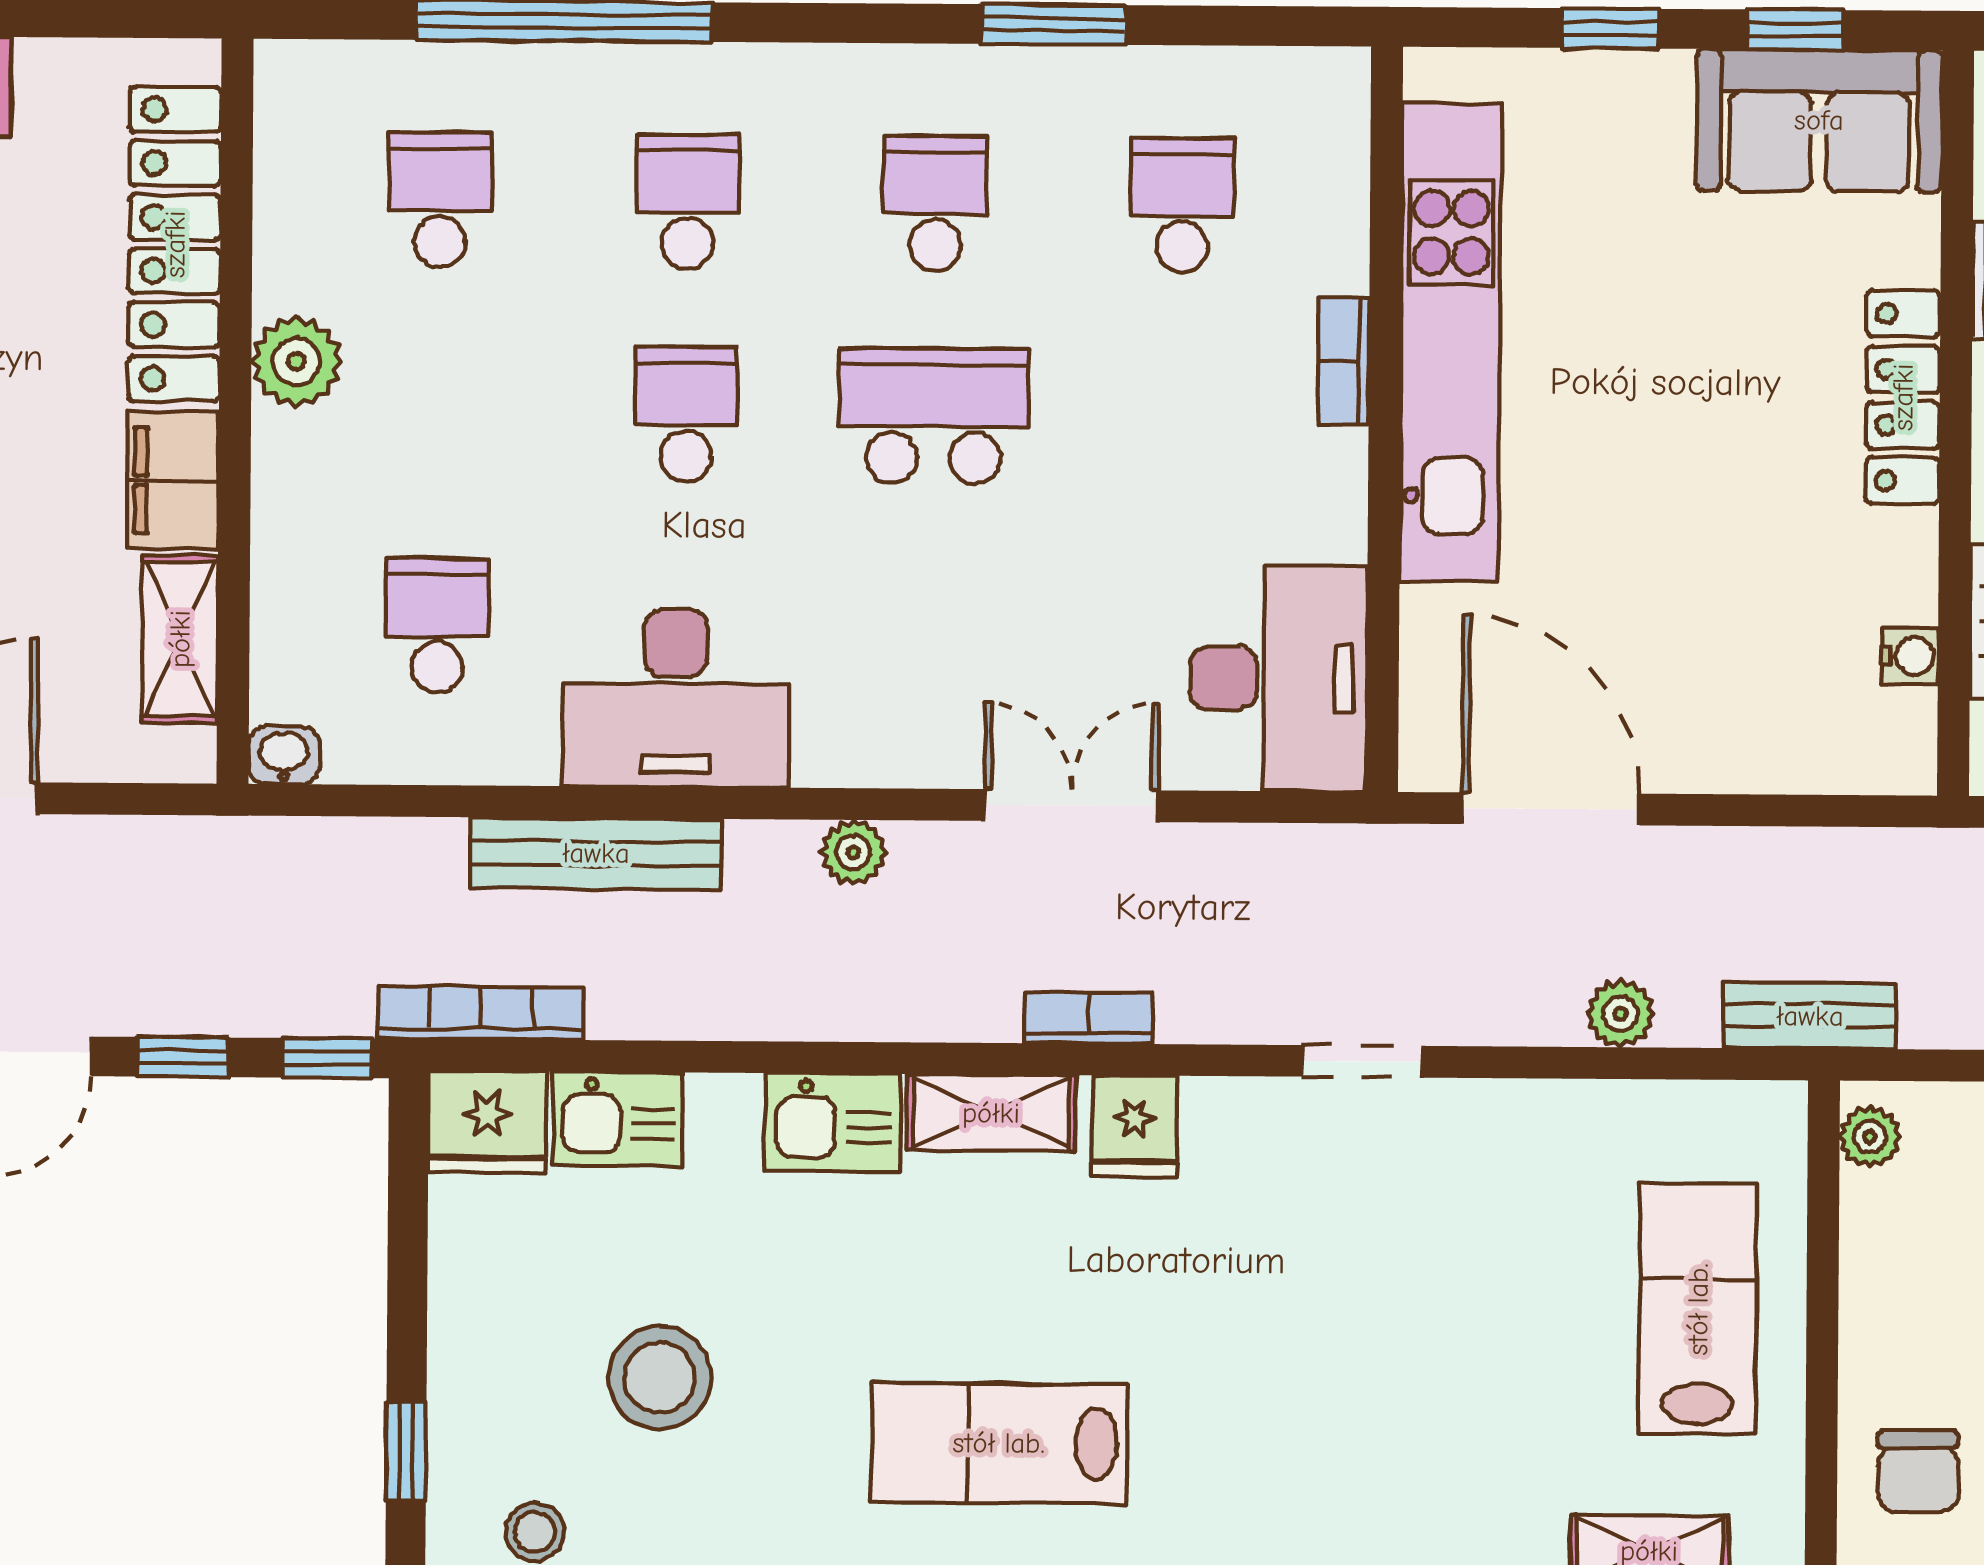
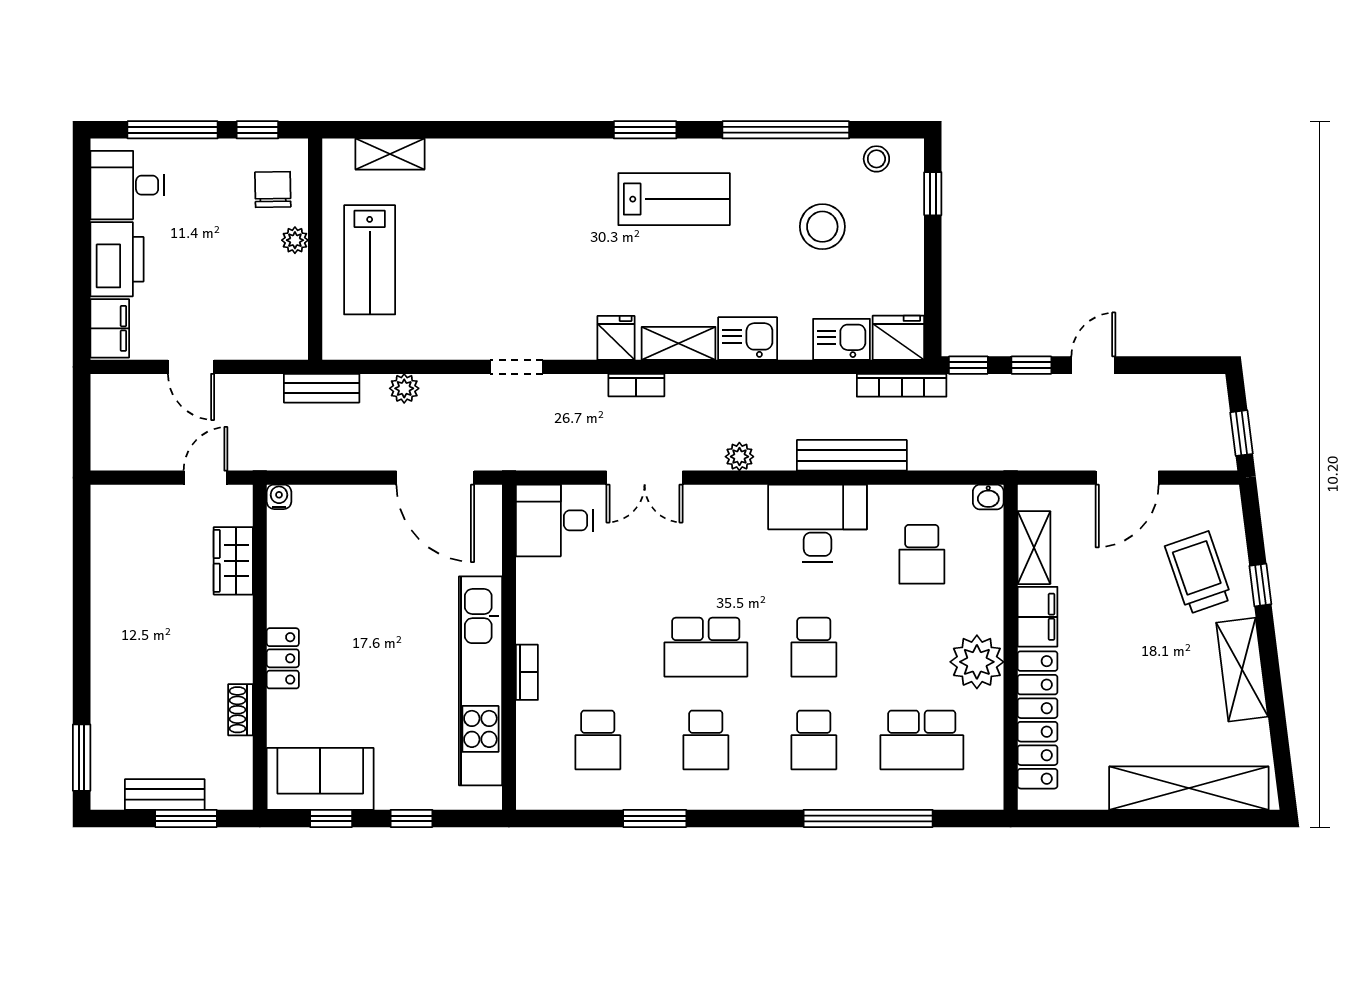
school desk: (440, 200) -> (922, 740), width x1.85
plant: (296, 361) -> (977, 662), width x1.36, depth x1.36
locker: (1903, 397) -> (283, 658), width x0.66
water cooler: (1910, 656) -> (279, 497), moved, turned 90
desk: (1278, 678) -> (555, 520), width x0.73
plant: (1870, 1137) -> (295, 240), moved

